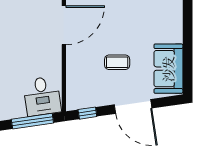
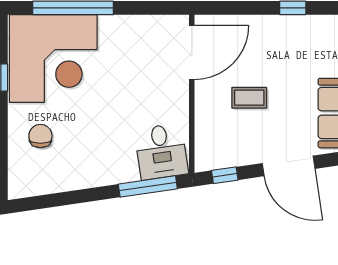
coffee table: (117, 62) -> (249, 98), moved

